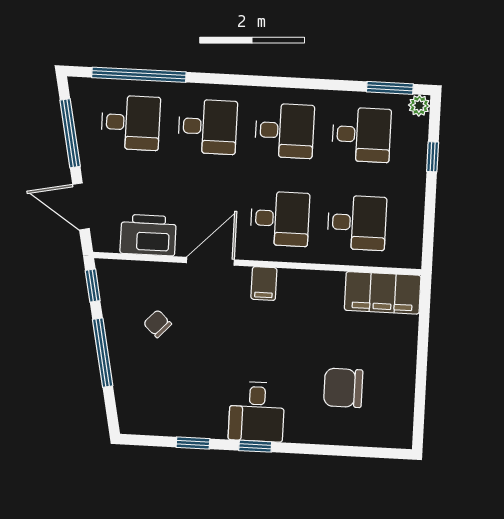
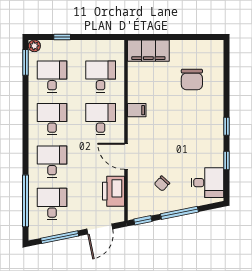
filing cabinet: (264, 284) -> (137, 110), moved
filing cabinet: (383, 293) -> (148, 51), moved, turned 90
desk: (257, 412) -> (207, 183), moved

